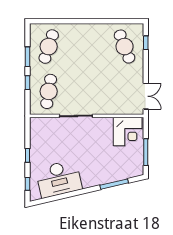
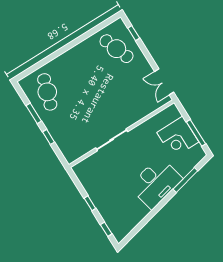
cafe table: (49, 91) -> (73, 133), removed
double door: (146, 96) -> (164, 82), swing flipped
corner desk: (128, 132) -> (178, 137), moved, turned 90
desk: (59, 179) -> (156, 183), moved

